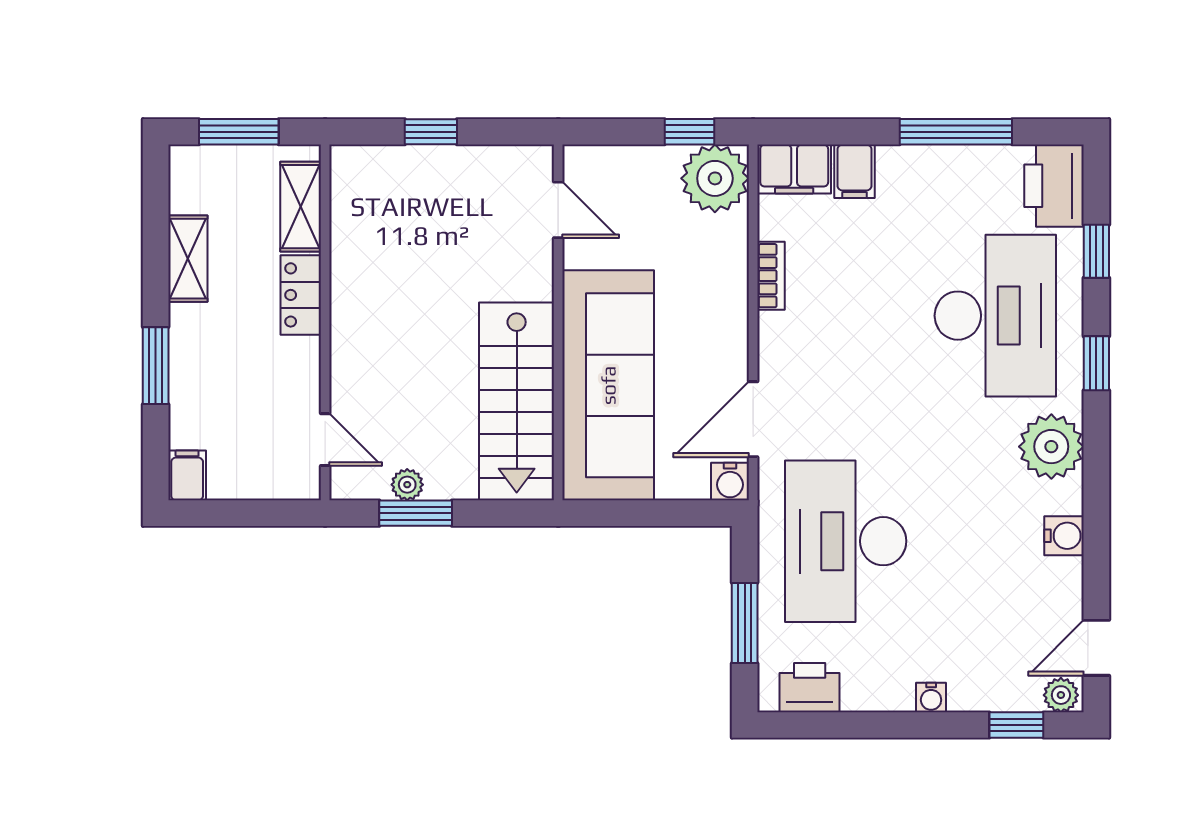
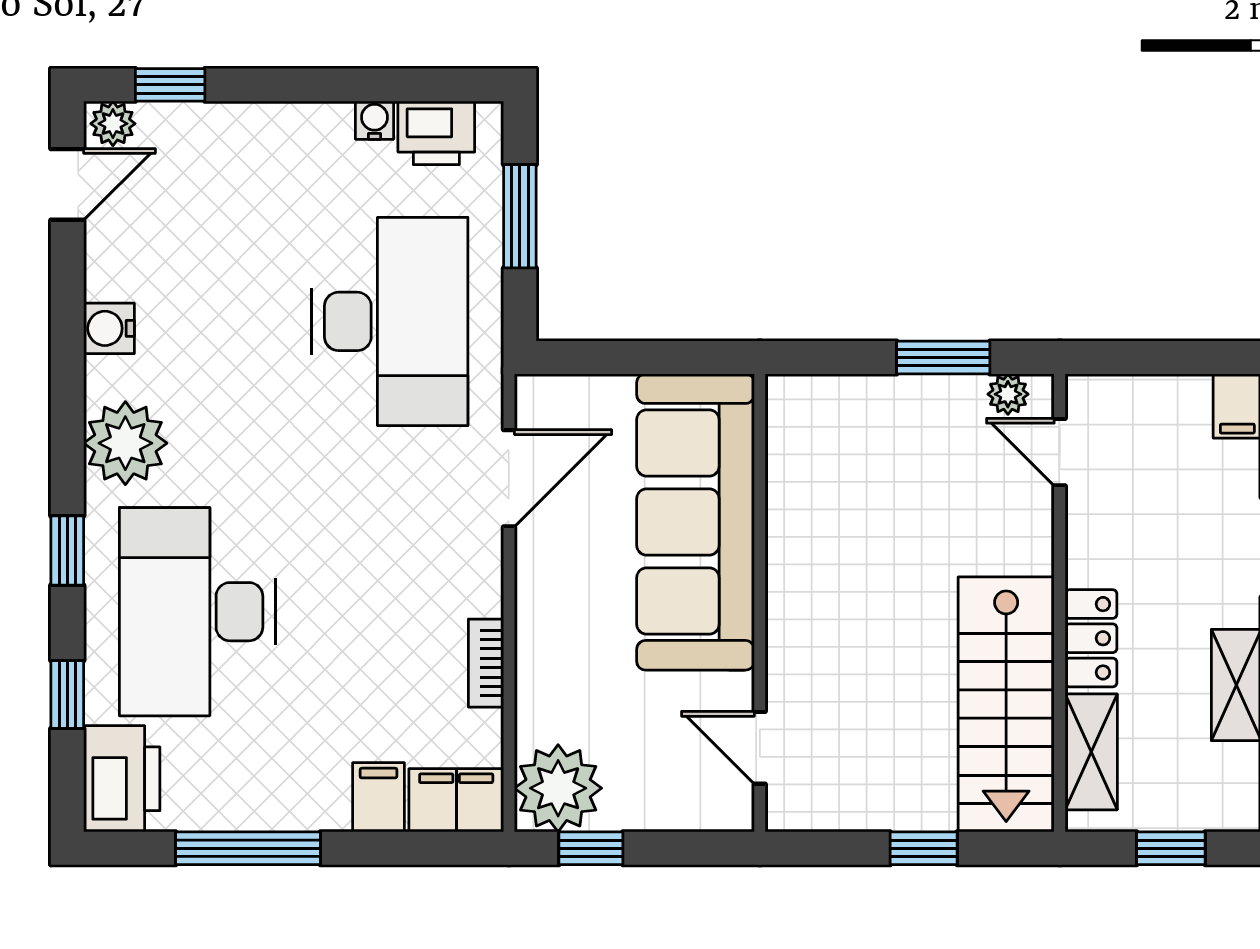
window: (239, 132) -> (1171, 848), width x0.67
stairs: (517, 401) -> (1006, 704), moved, turned 180
water cooler: (730, 482) -> (539, 398), removed
plant: (407, 485) -> (1008, 394), moved
water cooler: (931, 697) -> (375, 120), moved

